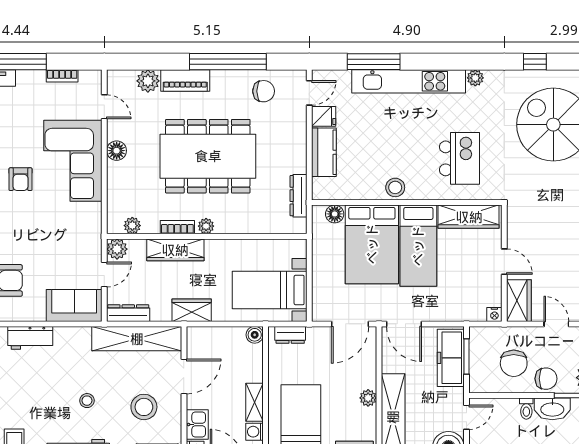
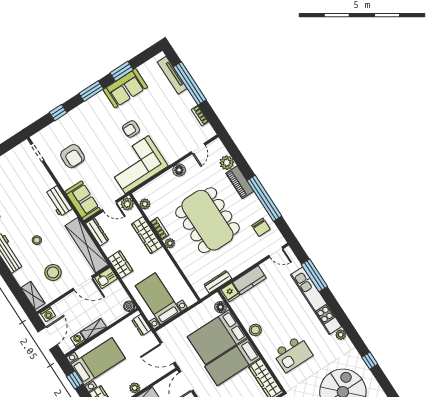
fridge: (324, 116) -> (230, 292), moved
corner sofa: (73, 161) -> (137, 165), moved
workbench: (30, 338) -> (59, 201), moved
kitchen sink: (197, 425) -> (106, 278), moved

